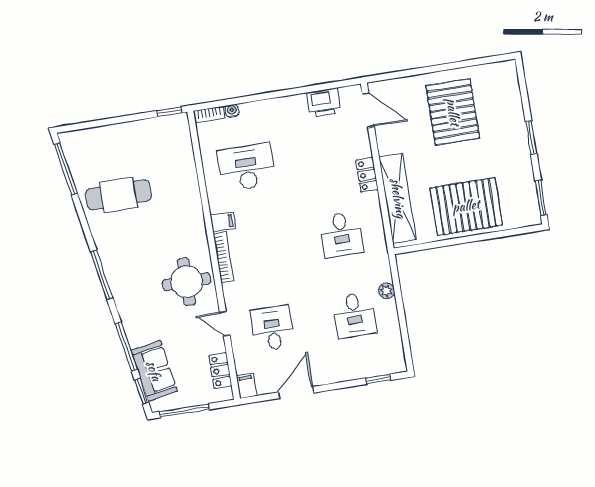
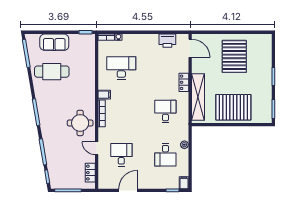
desk: (341, 234) -> (165, 111), turned 180
sofa: (154, 371) -> (54, 42), moved, turned 100
filing cabinet: (247, 386) -> (184, 183), moved

